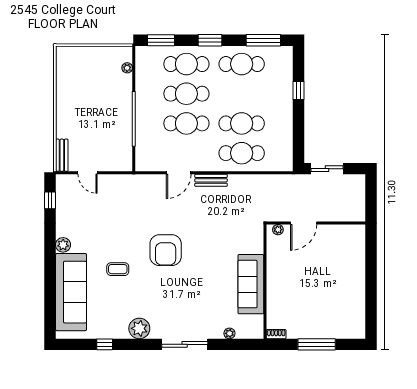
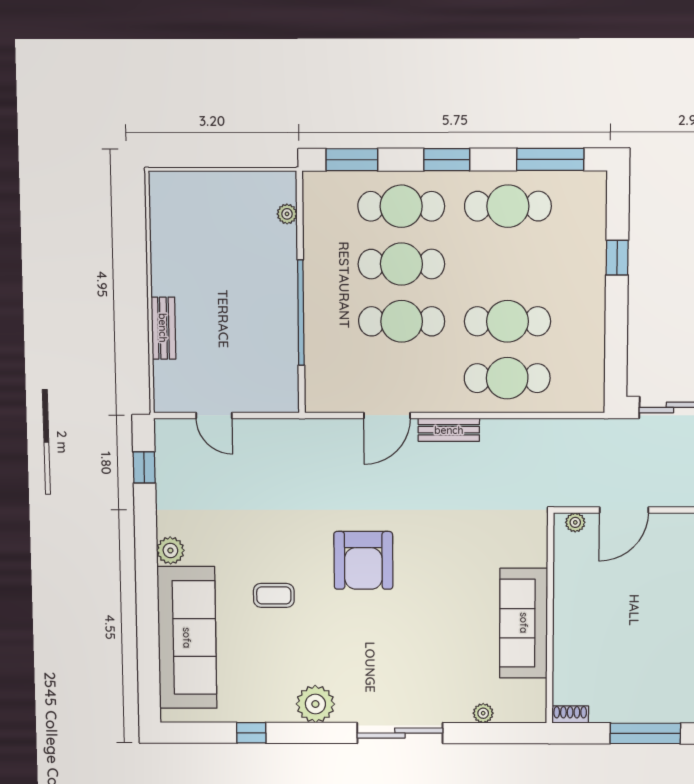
bench: (62, 155) -> (163, 328), moved

